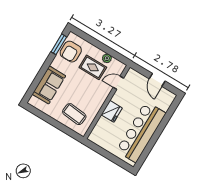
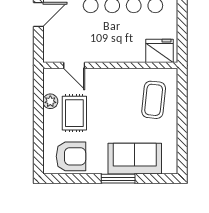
window: (59, 44) -> (118, 179), moved
fridge: (112, 111) -> (159, 51), moved

